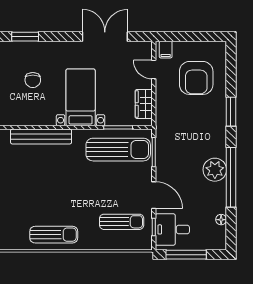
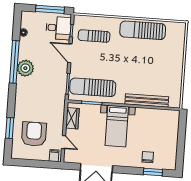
chair: (33, 80) -> (148, 157), moved
window: (231, 112) -> (10, 128), moved
sun lounger: (54, 235) -> (143, 30), width x1.36, depth x1.34

